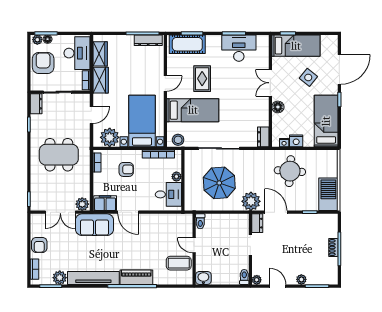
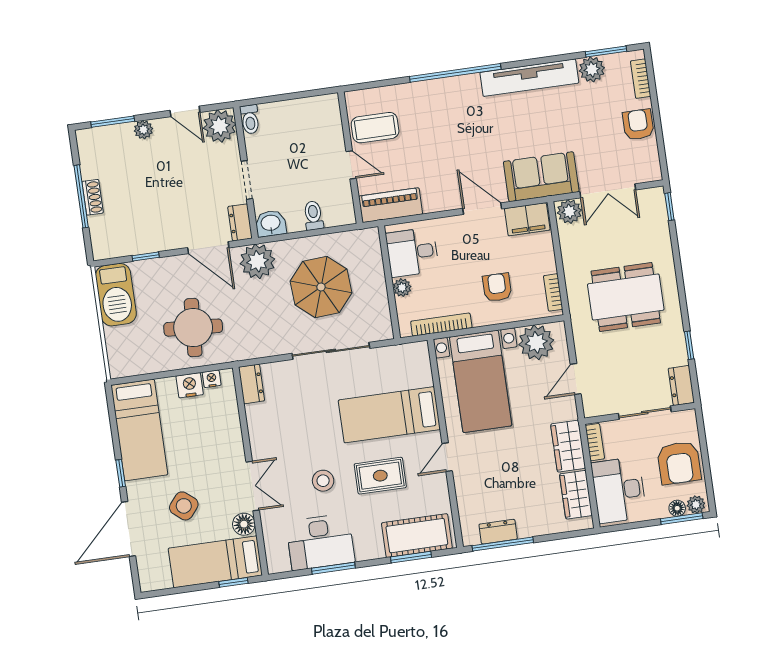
dresser: (148, 40) -> (498, 532), width x0.70
rug: (202, 79) -> (380, 476), turned 90
floor lamp: (278, 107) -> (244, 524), moved
stool: (178, 140) -> (323, 481), moved
armchair: (126, 169) -> (497, 287), turned 90
double door: (60, 212) -> (608, 191), swing flipped
toilet: (200, 221) -> (313, 215), moved
piano: (136, 277) -> (391, 205), moved, turned 180
washbasin: (203, 278) -> (271, 223), moved, turned 180
plant: (257, 280) -> (220, 126), width x1.87, depth x1.87

